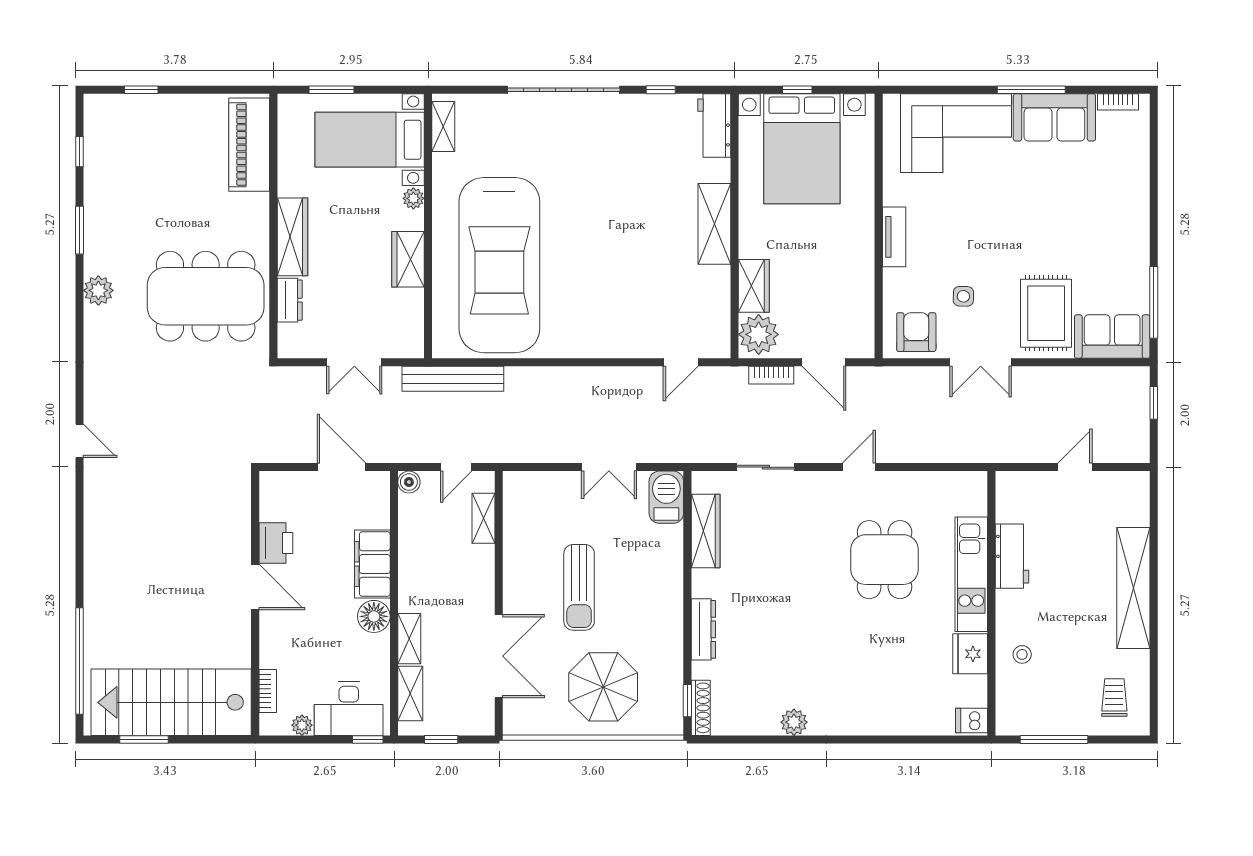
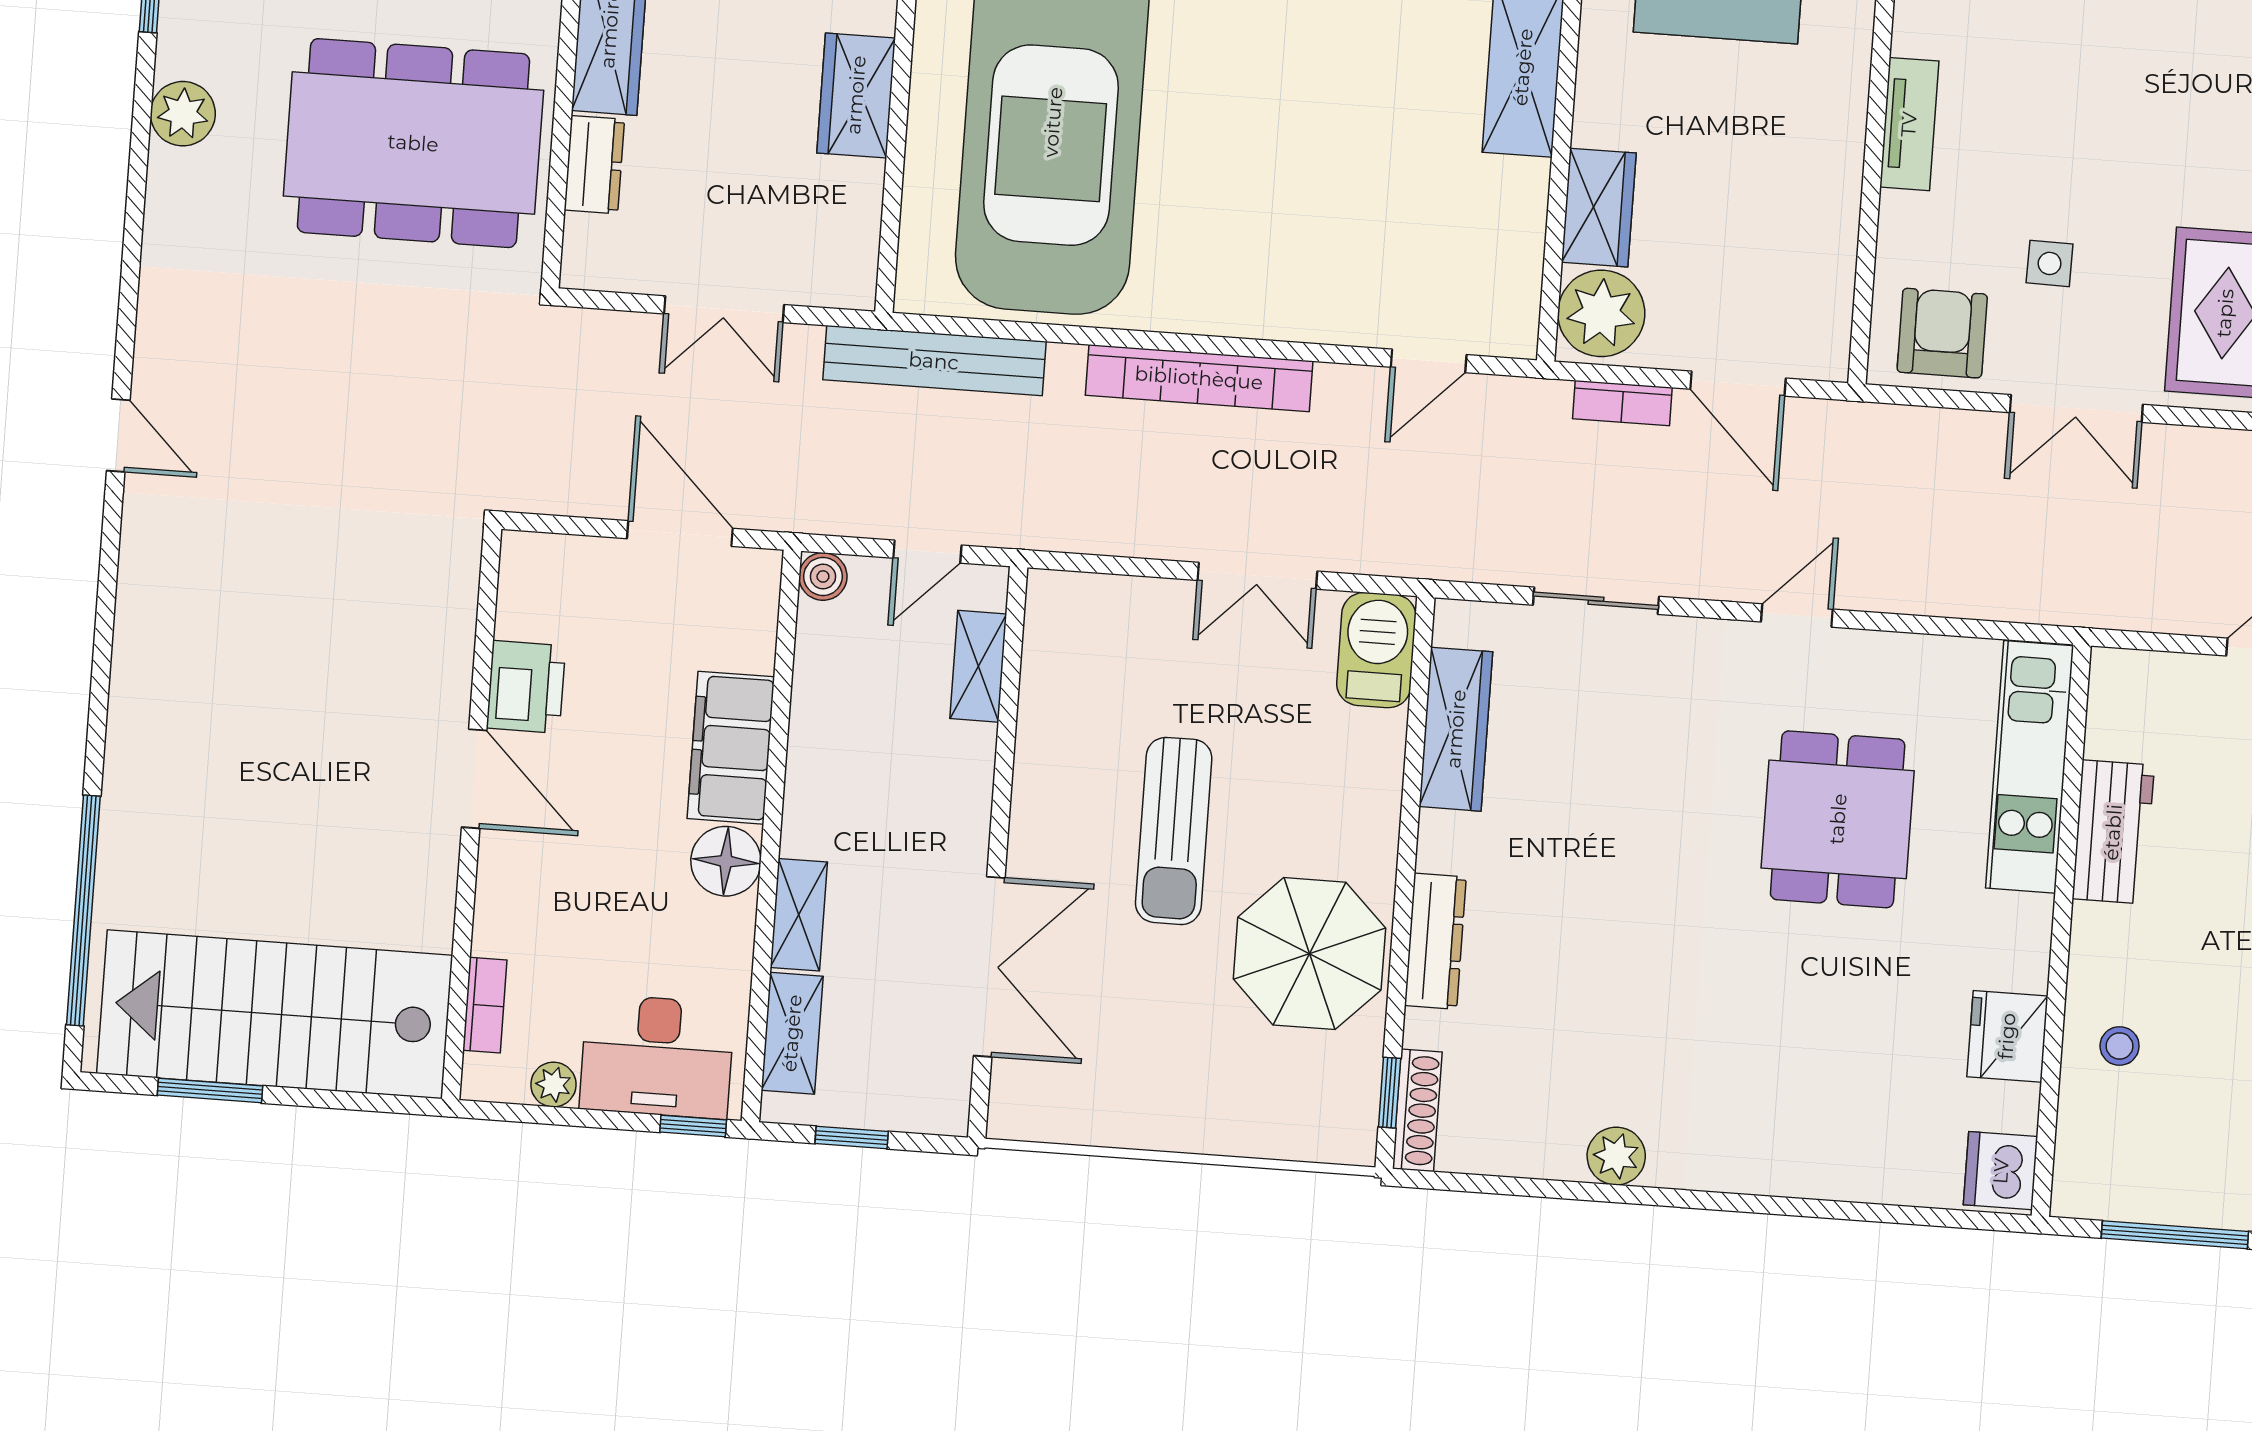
bookcase: (575, 378) -> (1199, 378), added
kitchen unit: (971, 574) -> (2030, 767), moved
parasol: (603, 687) -> (1309, 954), moved
dishwasher: (971, 721) -> (2001, 1171), width x1.38

